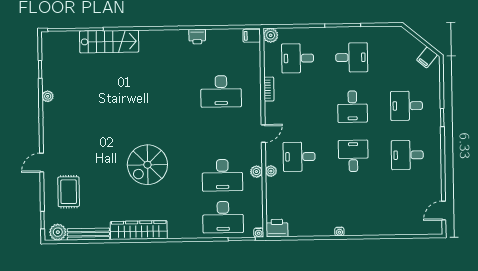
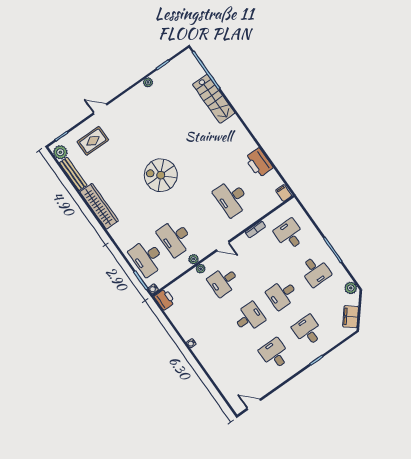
plant: (271, 35) -> (351, 288), moved
printer: (197, 36) -> (259, 163), width x1.87, depth x1.48
filing cabinet: (427, 57) -> (351, 317), width x2.00
desk: (299, 157) -> (223, 281), turned -90
spiral stairs: (147, 165) -> (161, 175), moved

